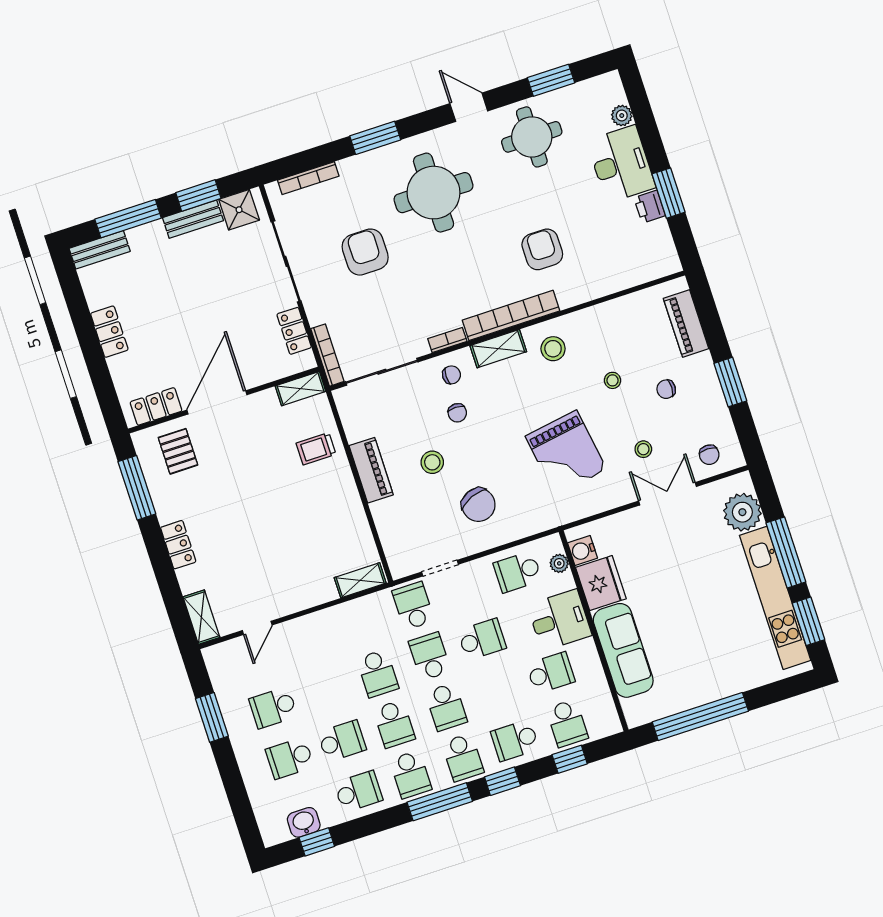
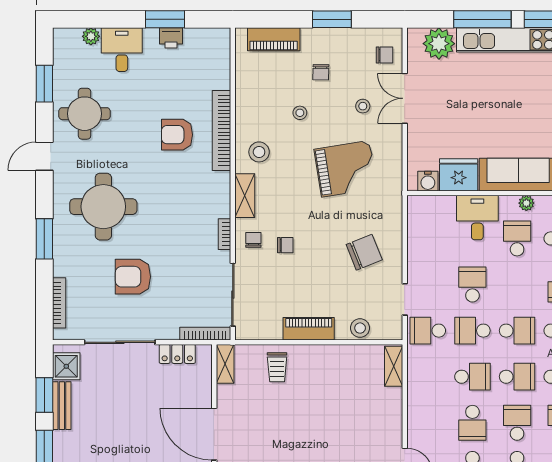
desk: (621, 164) -> (122, 50), width x0.73
bookcase: (511, 315) -> (222, 130), moved
stool: (432, 462) -> (360, 328), moved
plant: (559, 563) -> (526, 203), moved
school desk: (518, 572) -> (472, 423), moved

